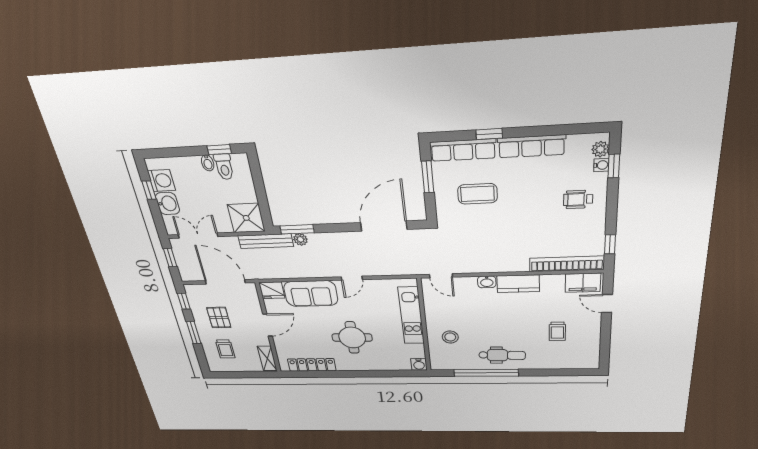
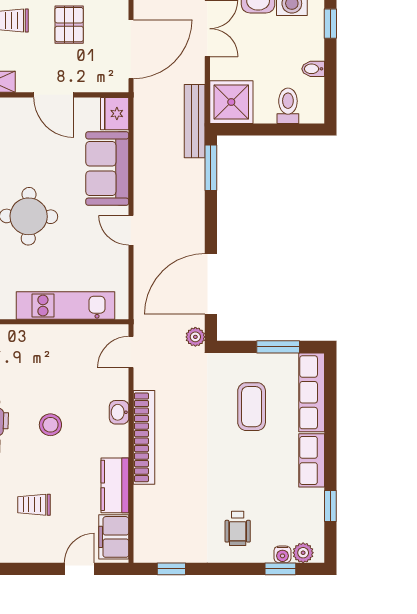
window: (489, 134) -> (330, 506), moved
row of seats: (532, 146) -> (312, 460), width x0.68
window: (219, 150) -> (330, 24), moved
toilet: (224, 167) -> (288, 106), moved, turned 90
wheelchair: (578, 199) -> (238, 528), turned 180
door: (384, 226) -> (211, 284), swing flipped
plant: (300, 239) -> (195, 337), moved
bookcase: (567, 264) -> (144, 437), moved
kitchen counter: (518, 284) -> (115, 485), moved
pallet: (219, 317) -> (69, 25), turned 90
stool: (450, 337) -> (50, 425), moved

